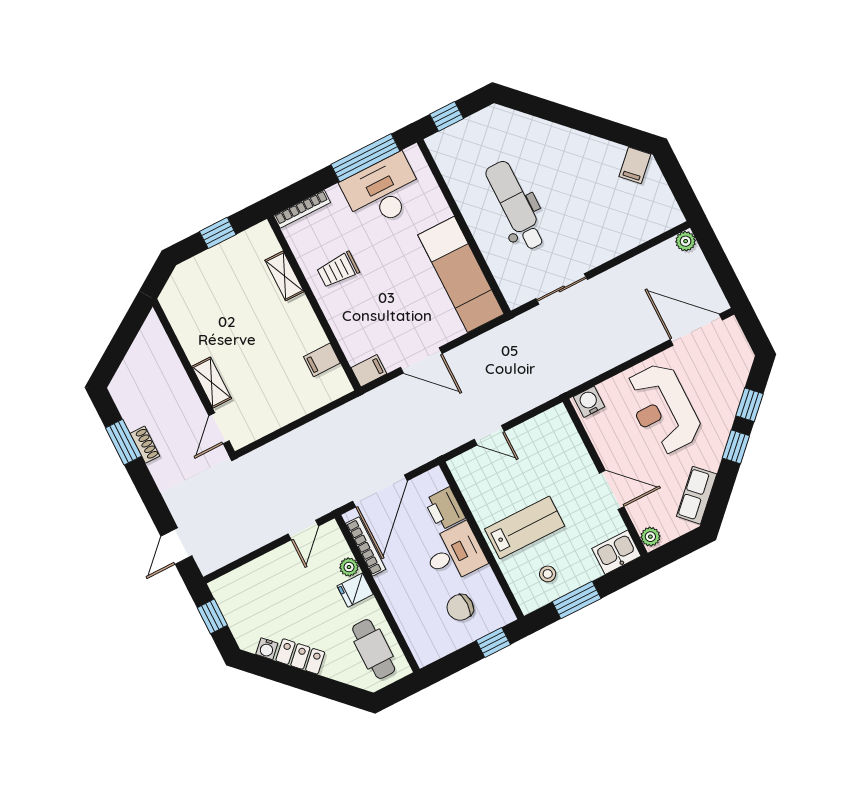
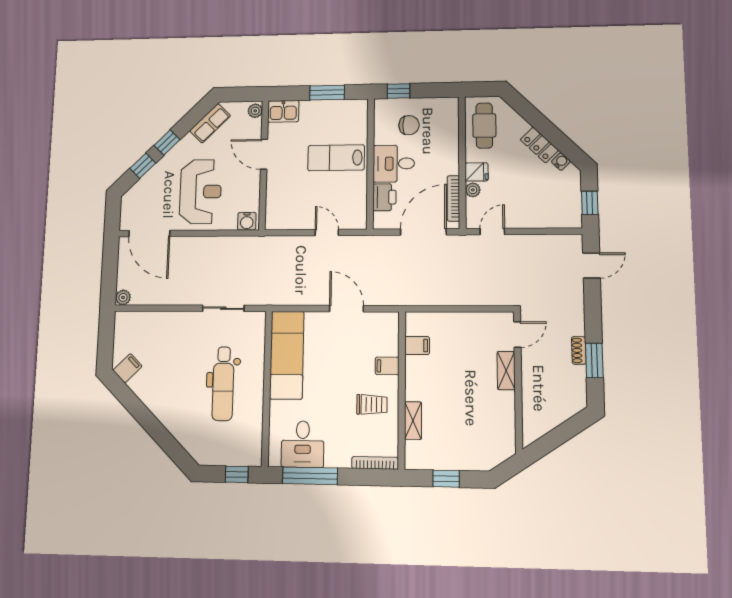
desk: (383, 191) -> (303, 444), width x0.73
filing cabinet: (369, 371) -> (387, 366), moved
stool: (548, 574) -> (337, 119), removed

